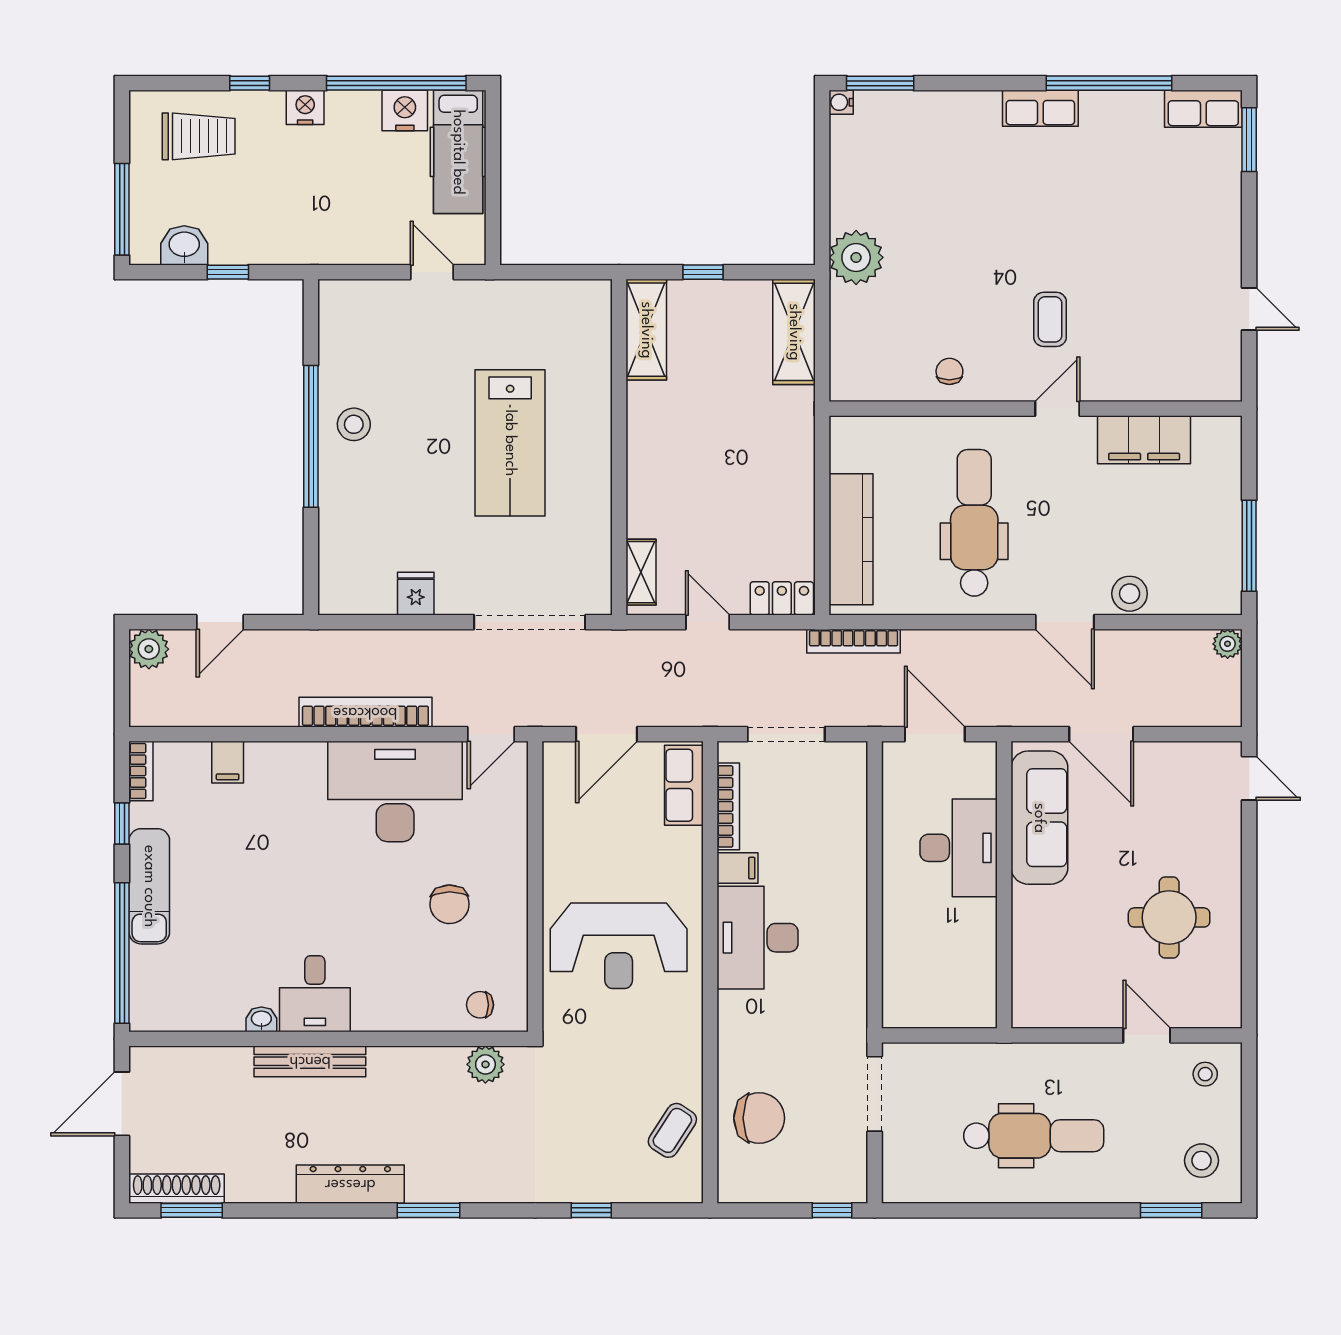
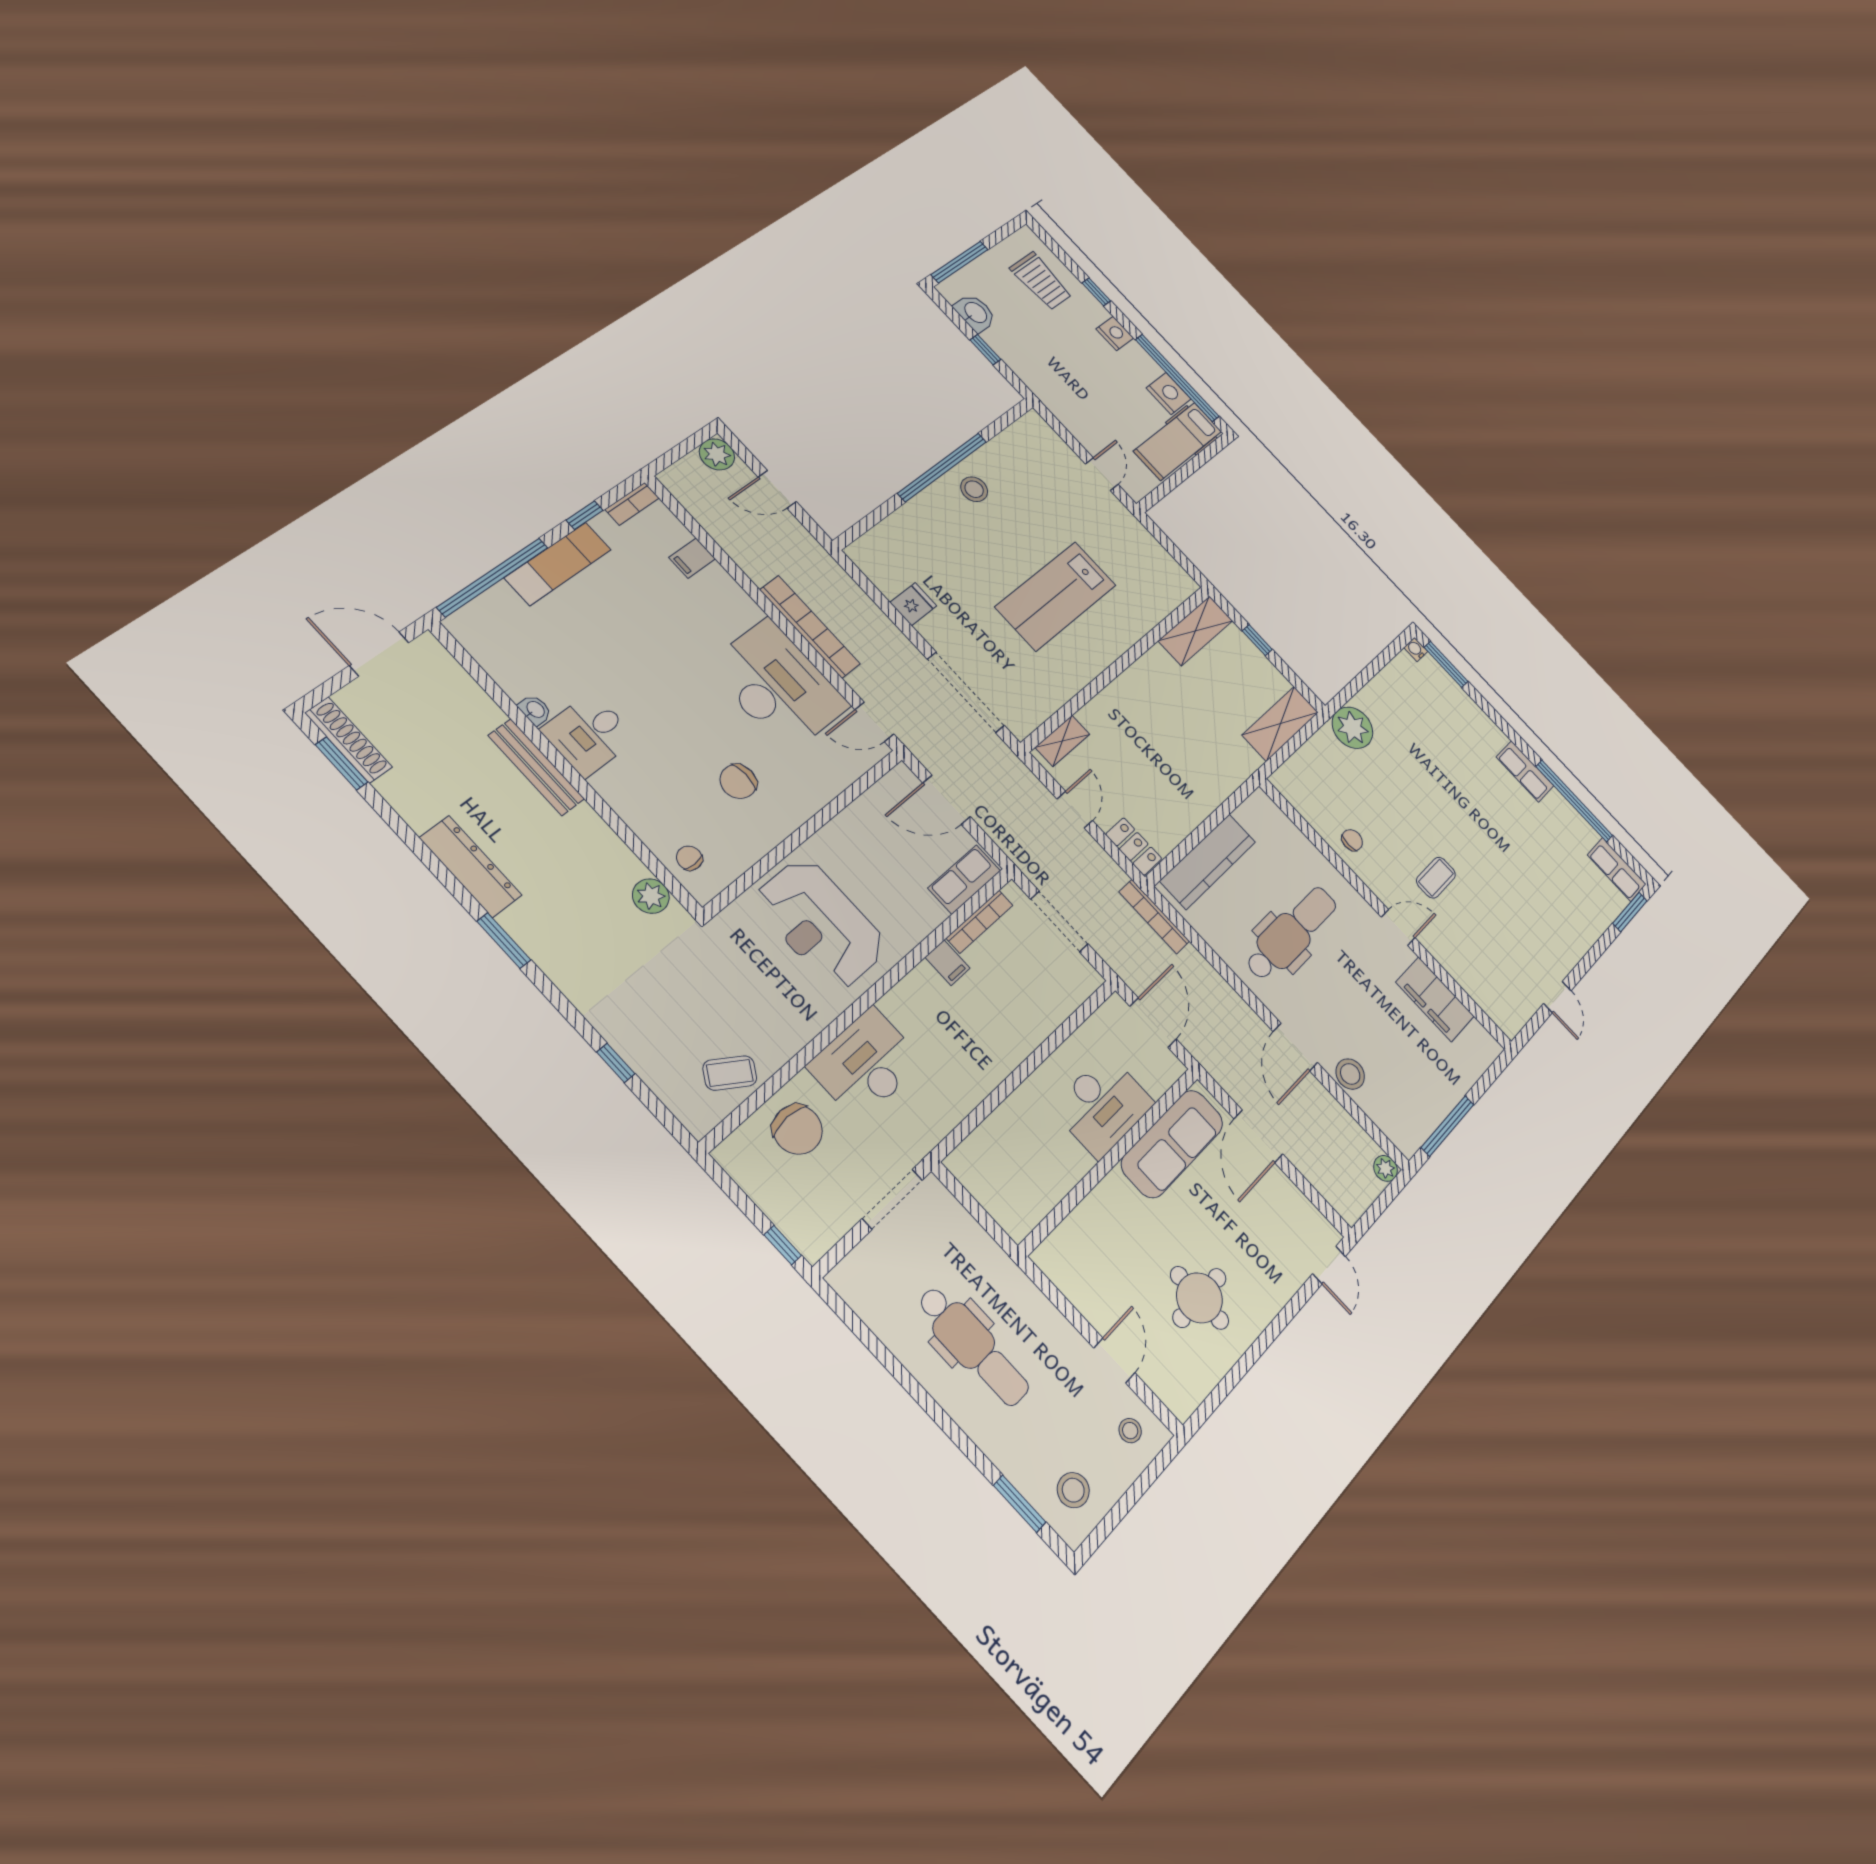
desk: (757, 938) -> (866, 1064), moved

